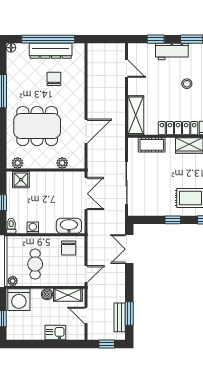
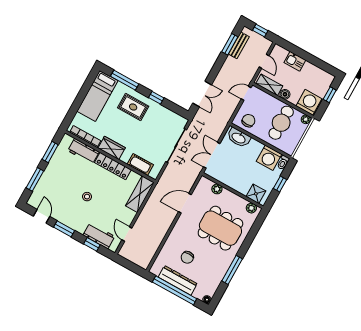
workbench: (172, 52) -> (99, 236), moved
washing machine: (33, 228) -> (269, 158), width x1.89, depth x1.89
cafe table: (35, 264) -> (281, 123), width x1.37, depth x1.35

